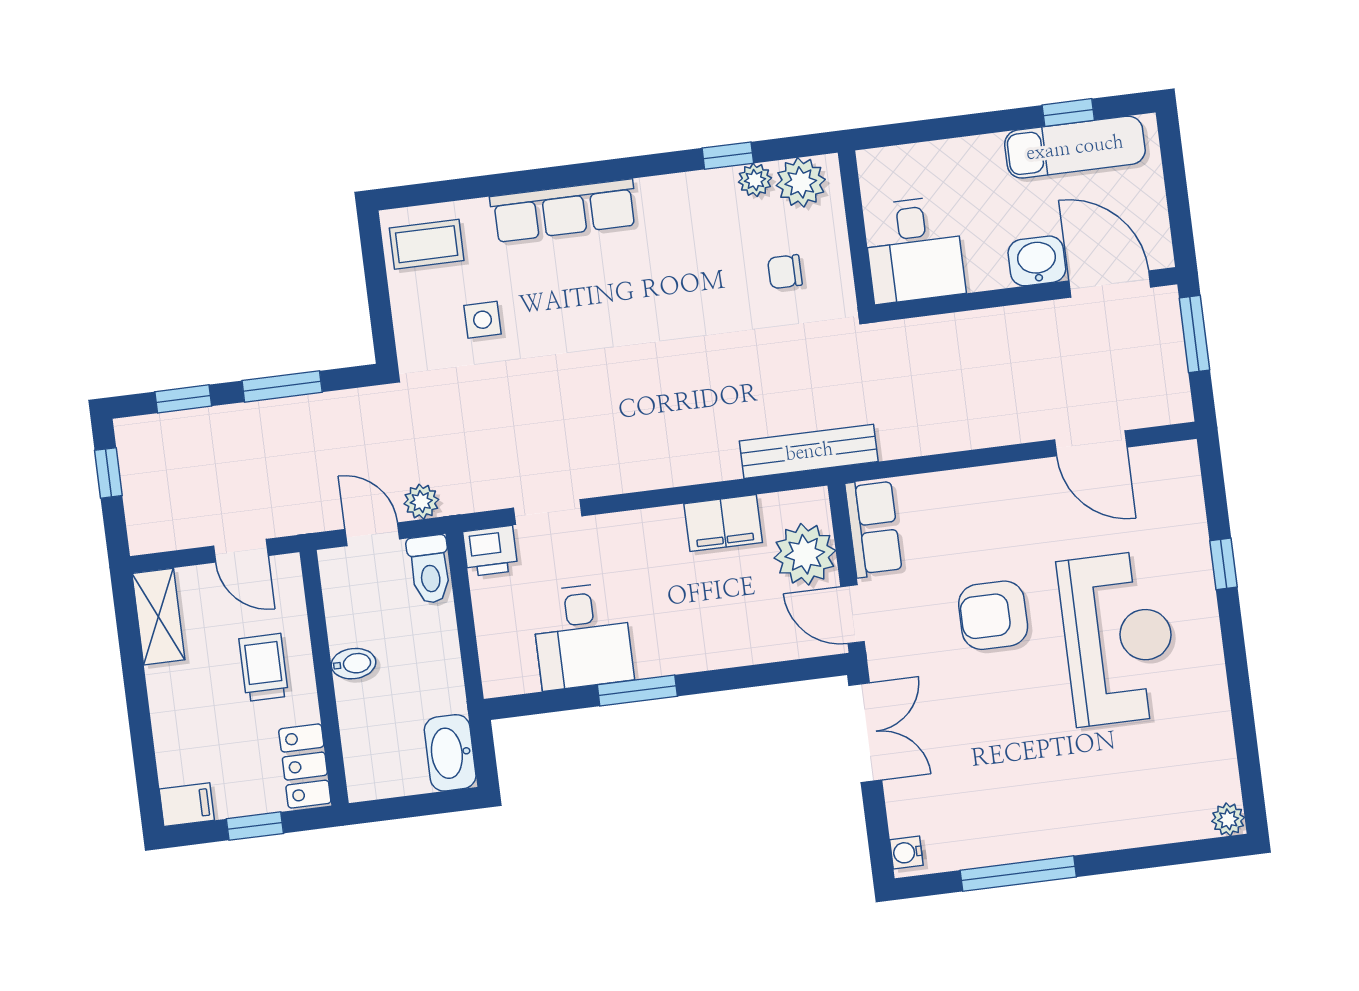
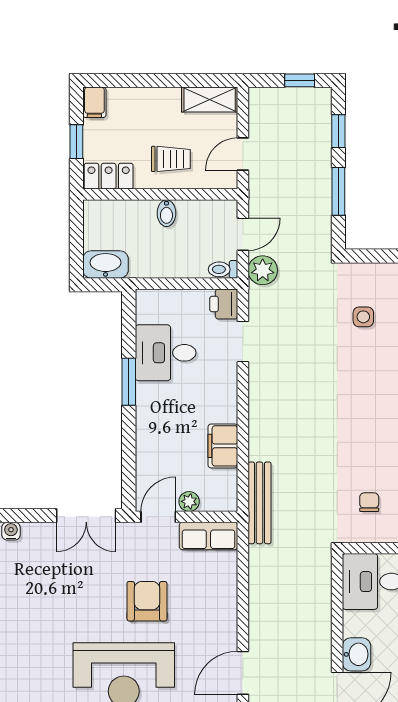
plant: (421, 502) -> (263, 270), width x1.38, depth x1.38
plant: (805, 554) -> (189, 501), width x0.53, depth x0.53
toilet: (430, 569) -> (223, 269), width x0.73, depth x0.72

